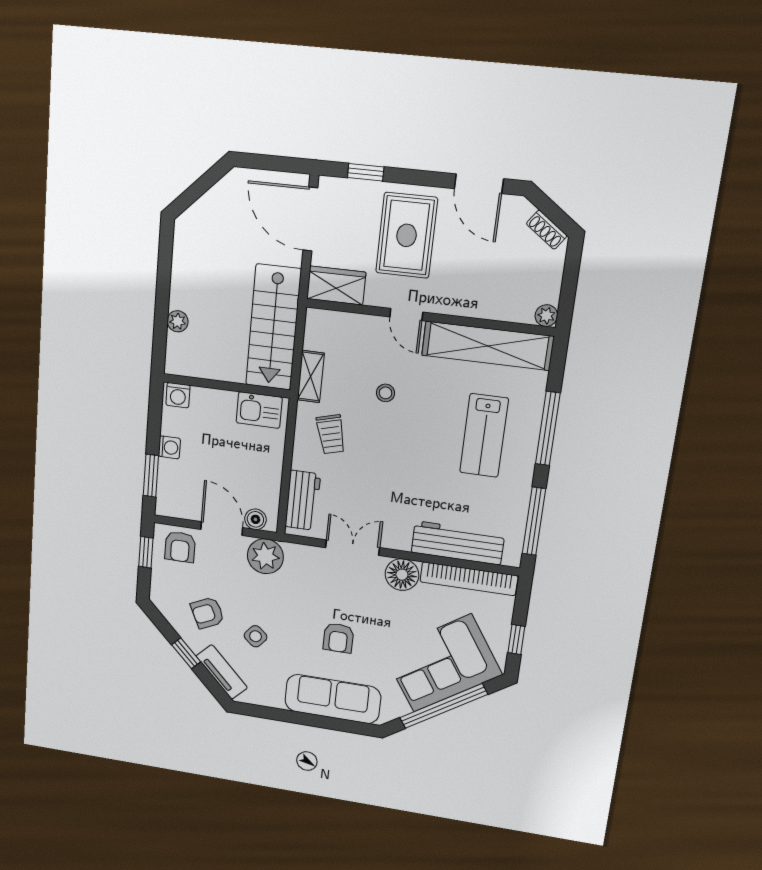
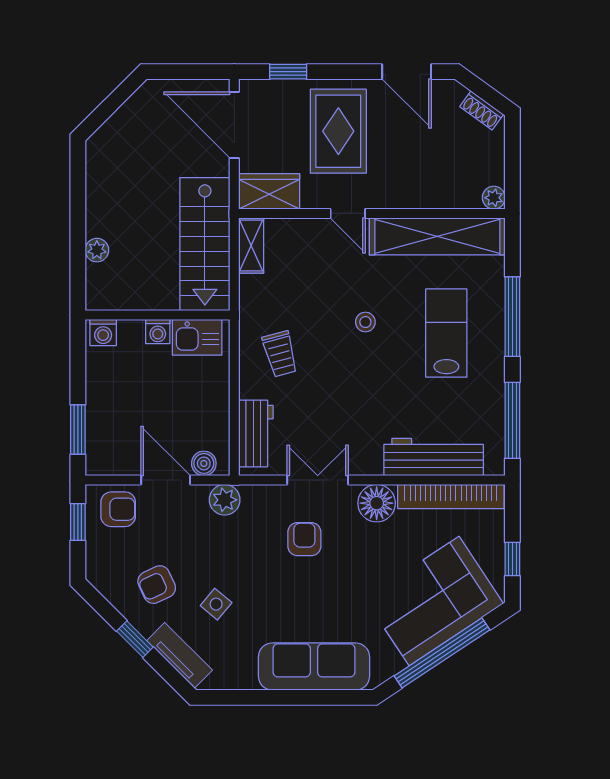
shelving: (311, 377) -> (251, 246), moved
stool: (385, 393) -> (365, 322), moved
lab bench: (484, 436) -> (446, 333), turned 180
washing machine: (169, 447) -> (158, 331), moved, turned 90
armchair: (180, 547) -> (118, 509), turned -90
plant: (265, 556) -> (225, 500), width x0.73, depth x0.73
armchair: (338, 638) -> (304, 539), moved, turned 180

